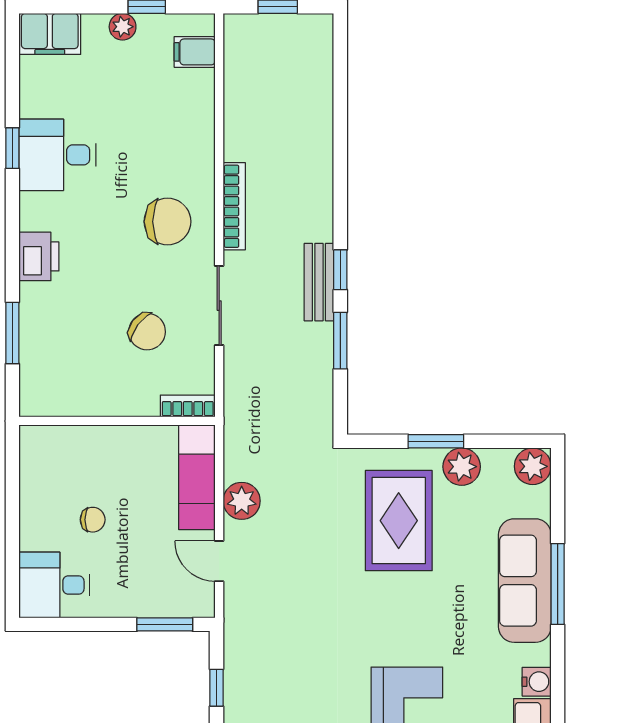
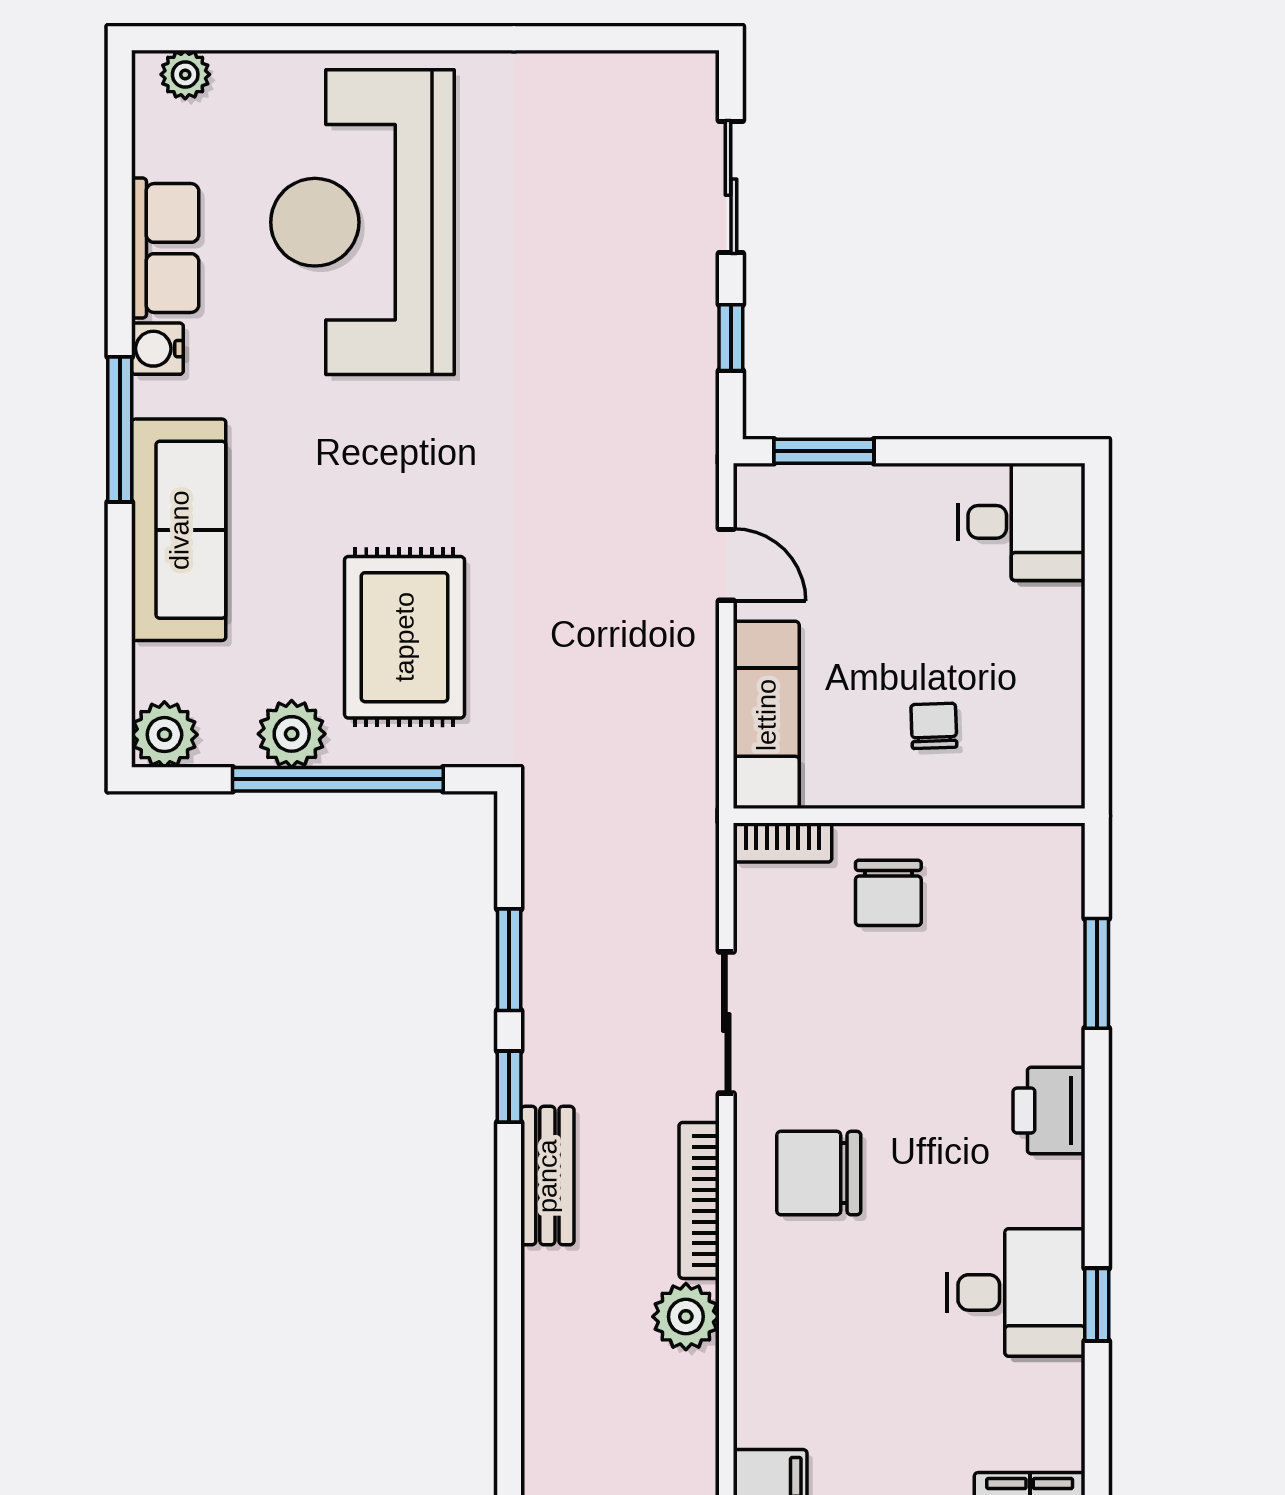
bench: (319, 282) -> (547, 1176), moved
chair: (147, 332) -> (888, 893), moved, turned -127
window: (436, 441) -> (338, 779), width x2.11
plant: (242, 501) -> (686, 1317), moved
chair: (93, 520) -> (934, 726), moved, turned 88
window: (558, 584) -> (120, 429), moved

